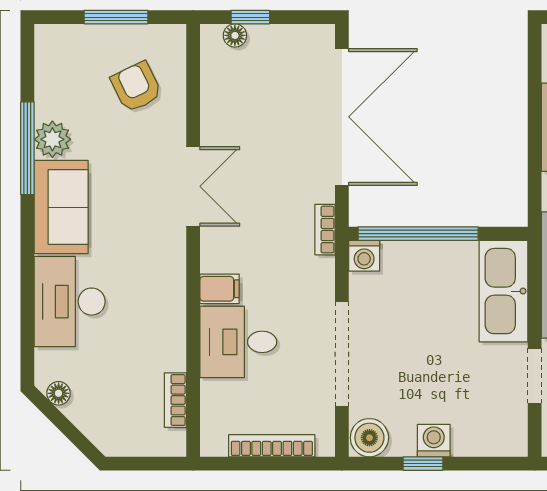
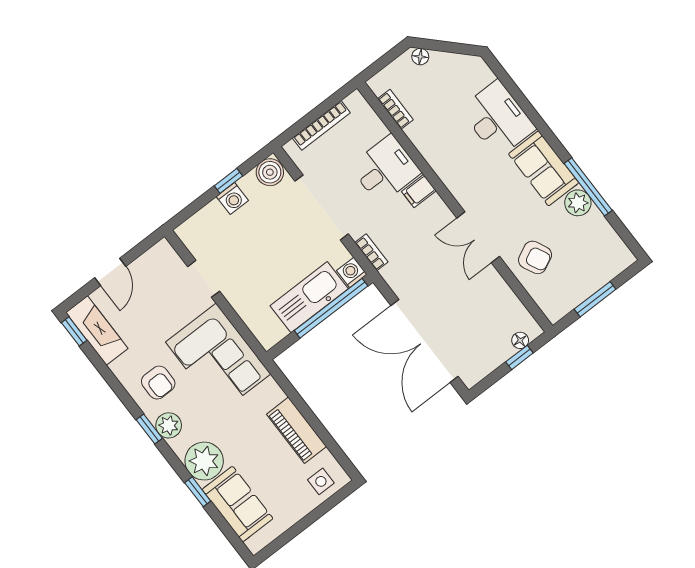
armchair: (136, 87) -> (535, 257), moved
bookcase: (325, 230) -> (371, 252), moved
kitchen sink: (504, 291) -> (309, 297), moved, turned -90
floor lamp: (59, 393) -> (420, 57), moved

